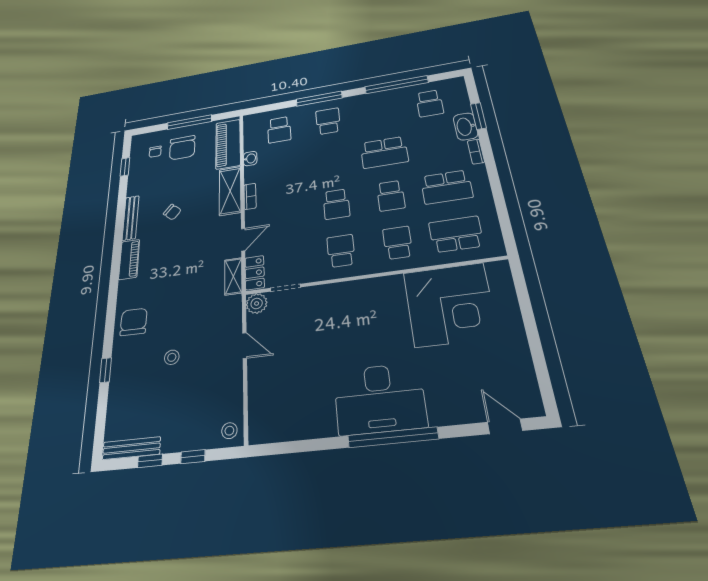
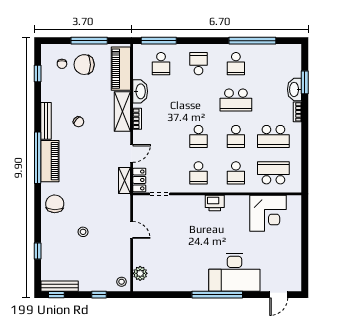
window: (319, 99) -> (159, 41), moved
school desk: (430, 103) -> (236, 64), moved
chair: (182, 148) -> (84, 65), turned 90
washbasin: (250, 159) -> (140, 91), width x1.91, depth x1.45
school desk: (398, 243) -> (236, 173), turned 180
school desk: (341, 251) -> (198, 173), turned 180
piano: (129, 259) -> (50, 161), width x1.37, depth x1.33
window: (116, 264) -> (38, 158), added
printer: (370, 289) -> (215, 203), added
plant: (257, 304) -> (140, 273), moved
corner desk: (450, 304) -> (268, 213), width x0.74, depth x0.74
window: (105, 370) -> (38, 251), moved
desk: (379, 399) -> (234, 272), moved
door: (505, 426) -> (279, 295), swing flipped
window: (150, 461) -> (56, 295), moved

